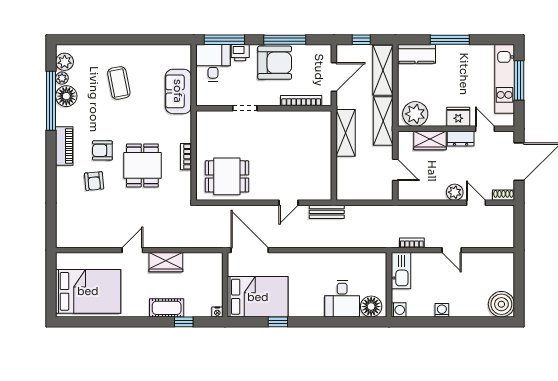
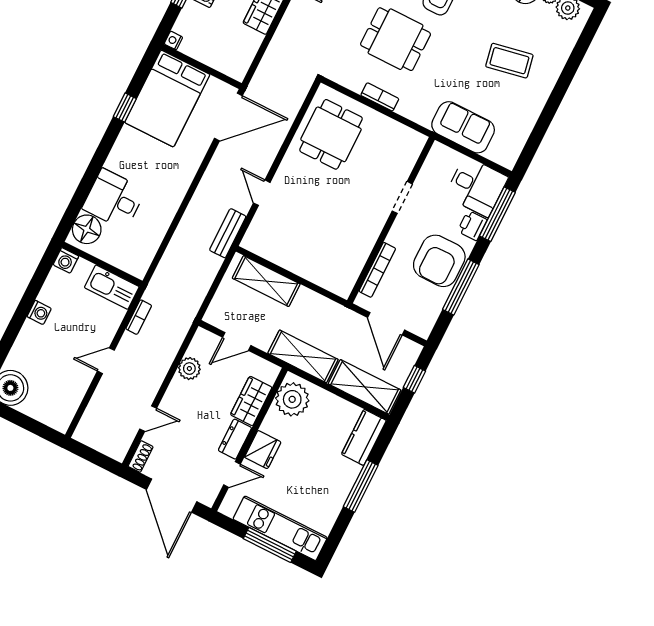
shelving: (346, 133) -> (266, 281), moved
plant: (455, 192) -> (189, 369), moved

